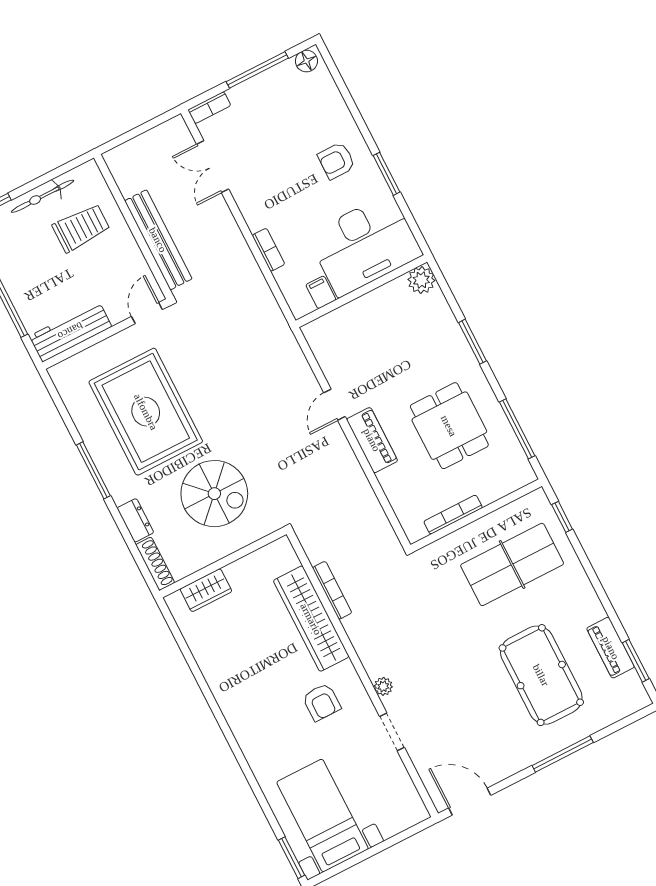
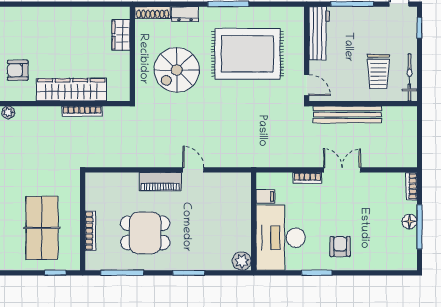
floor lamp: (306, 61) -> (410, 222), moved
double door: (213, 167) -> (342, 170), moved
bicycle: (43, 196) -> (410, 77), moved
bookcase: (453, 515) -> (90, 231), moved

